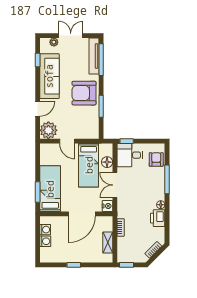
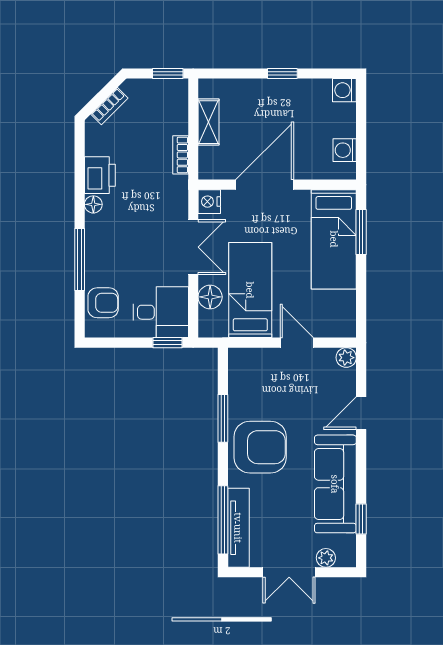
plant: (48, 130) -> (346, 358), width x0.53, depth x0.53
armchair: (156, 159) -> (103, 303), turned -90
washing machine: (45, 241) -> (344, 90), moved

